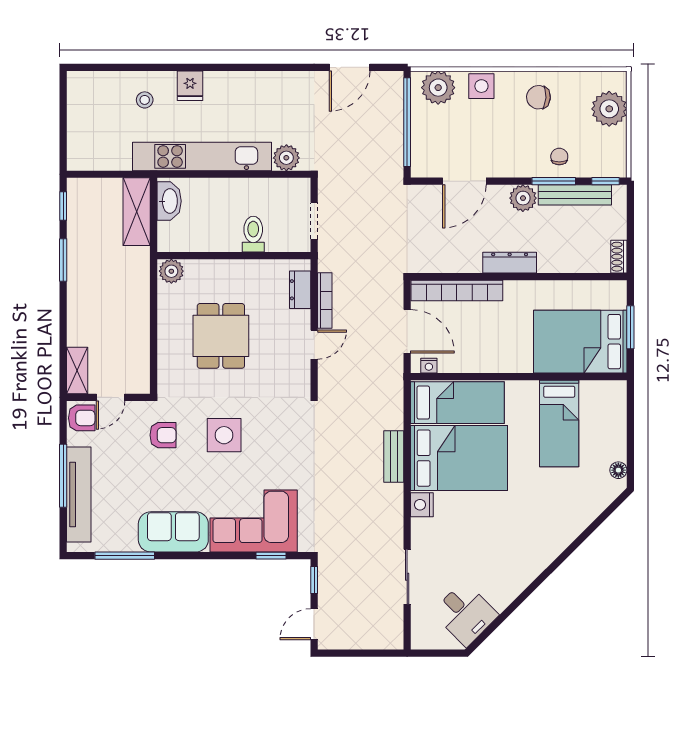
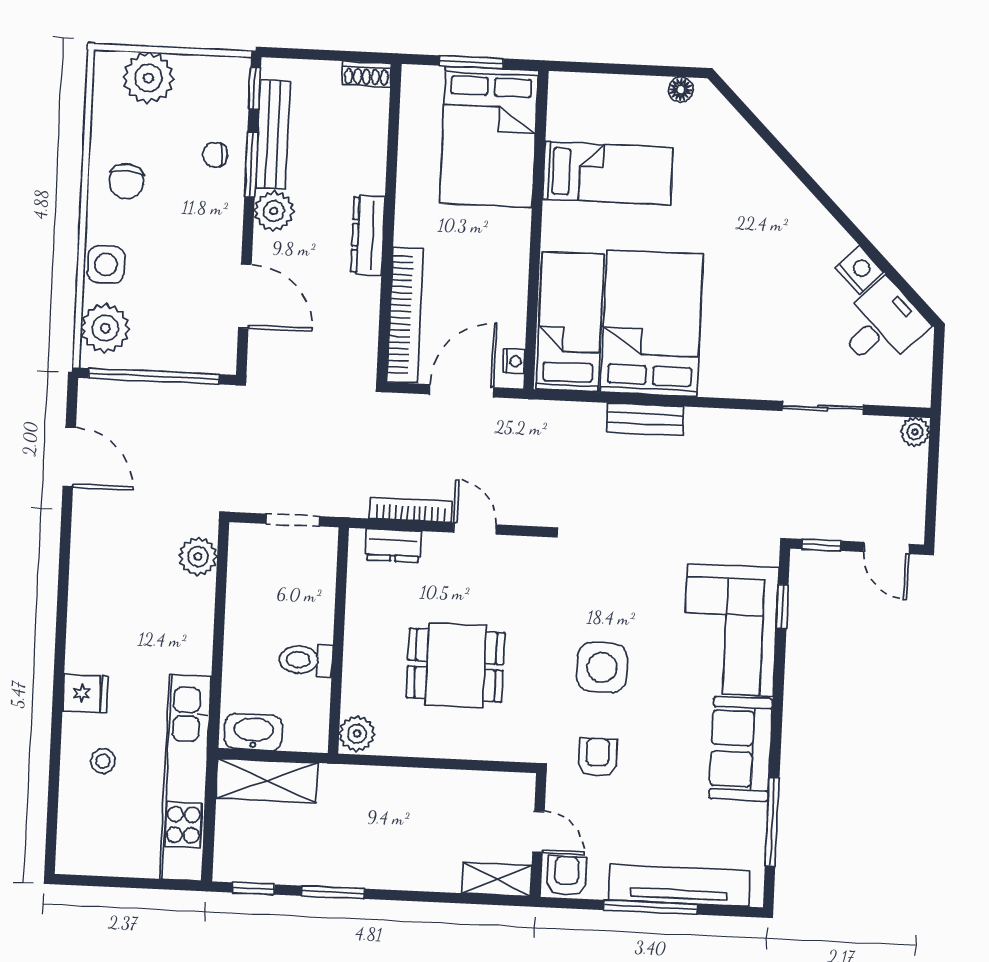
kitchen unit: (202, 156) -> (186, 778), moved
toilet: (253, 234) -> (306, 660), moved
nightstand: (422, 505) -> (860, 270), moved, turned -135
plant: (394, 640) -> (915, 432), added

